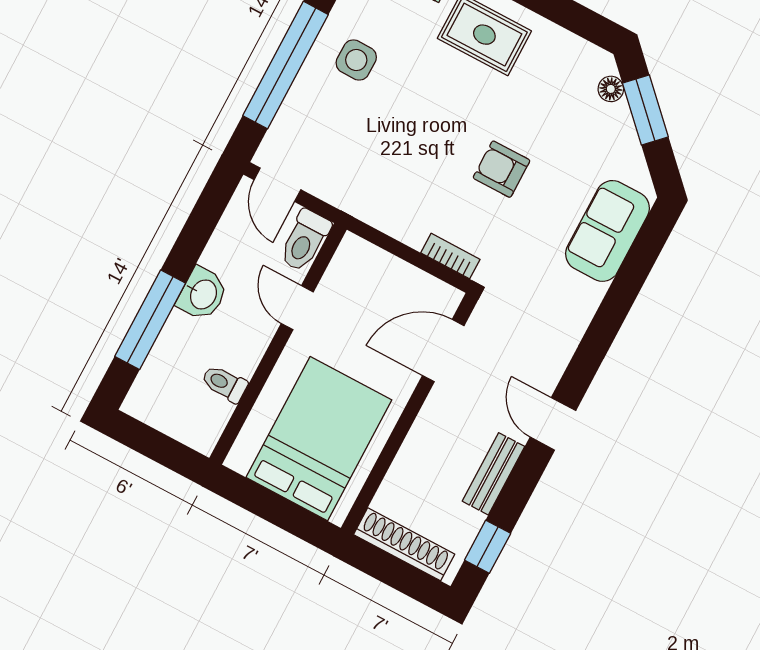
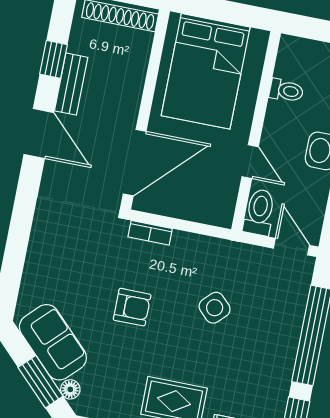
side table: (356, 60) -> (215, 308), moved, turned 45
sofa: (607, 231) -> (53, 342), moved, turned -45
door: (443, 351) -> (135, 163), width x1.36
door: (553, 424) -> (39, 133), width x1.38
window: (488, 547) -> (54, 59), moved

